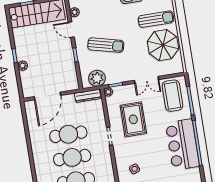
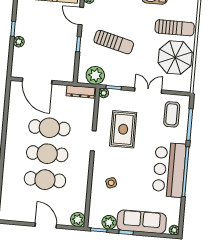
double door: (147, 80) -> (148, 90), swing flipped
door: (47, 96) -> (37, 81), hinge flipped
coffee table: (172, 96) -> (172, 114), width x0.73, depth x0.76

